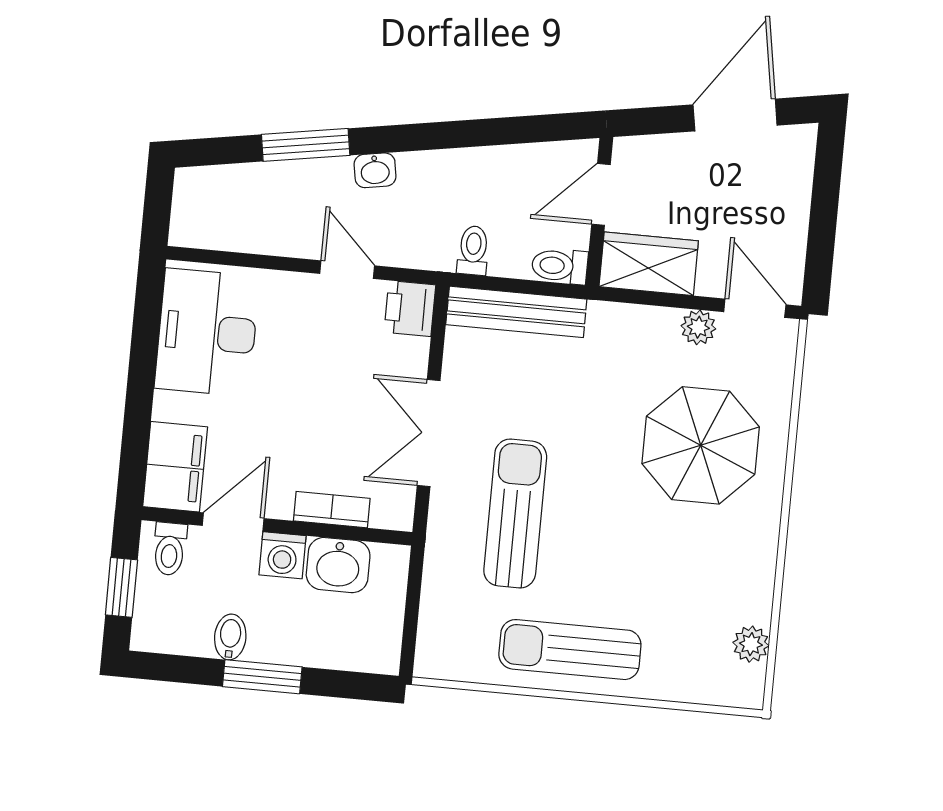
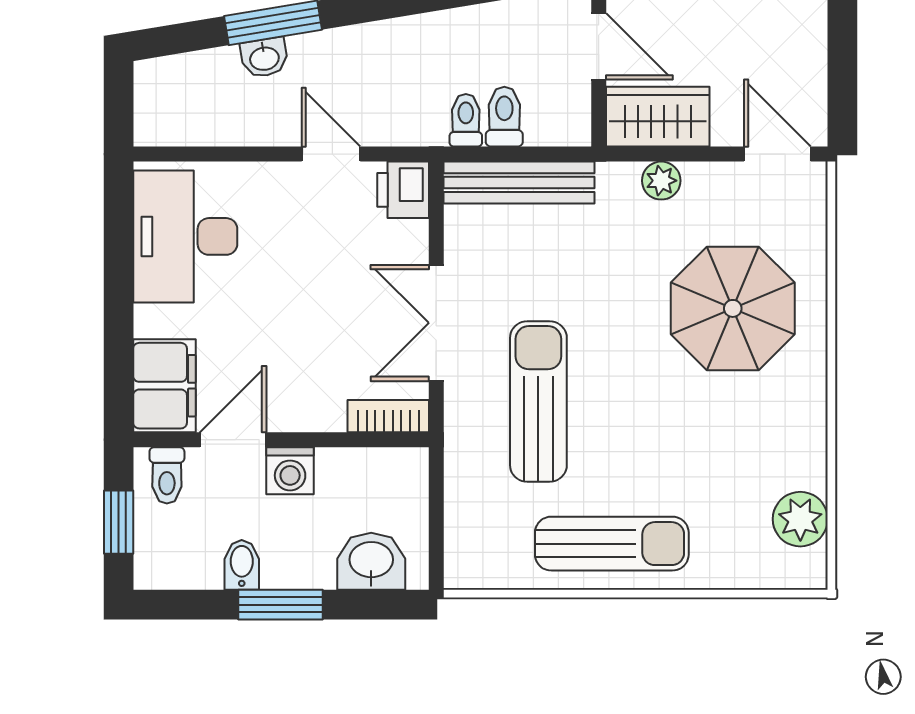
washbasin: (375, 170) -> (264, 58), moved
door: (601, 194) -> (599, 46), swing flipped
toilet: (560, 266) -> (504, 117), moved, turned 90
plant: (698, 327) -> (661, 181), moved
bookcase: (332, 510) -> (388, 416), moved
washbasin: (338, 565) -> (371, 561), moved, turned 180
plant: (751, 644) -> (800, 519), width x1.38, depth x1.38
sun lounger: (570, 650) -> (612, 544), turned 180

